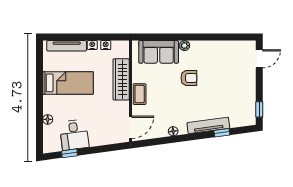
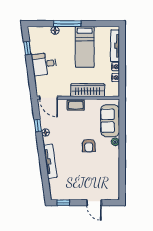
door: (259, 59) -> (94, 203), moved
window: (39, 104) -> (67, 24), added
window: (222, 133) -> (38, 125), moved
desk: (74, 135) -> (44, 64), moved

